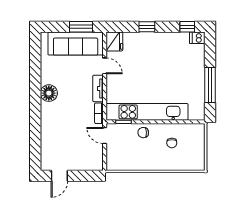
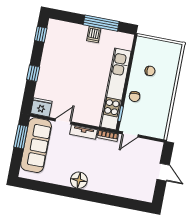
dishwasher: (197, 38) -> (94, 35), moved
door: (59, 176) -> (163, 172), moved

